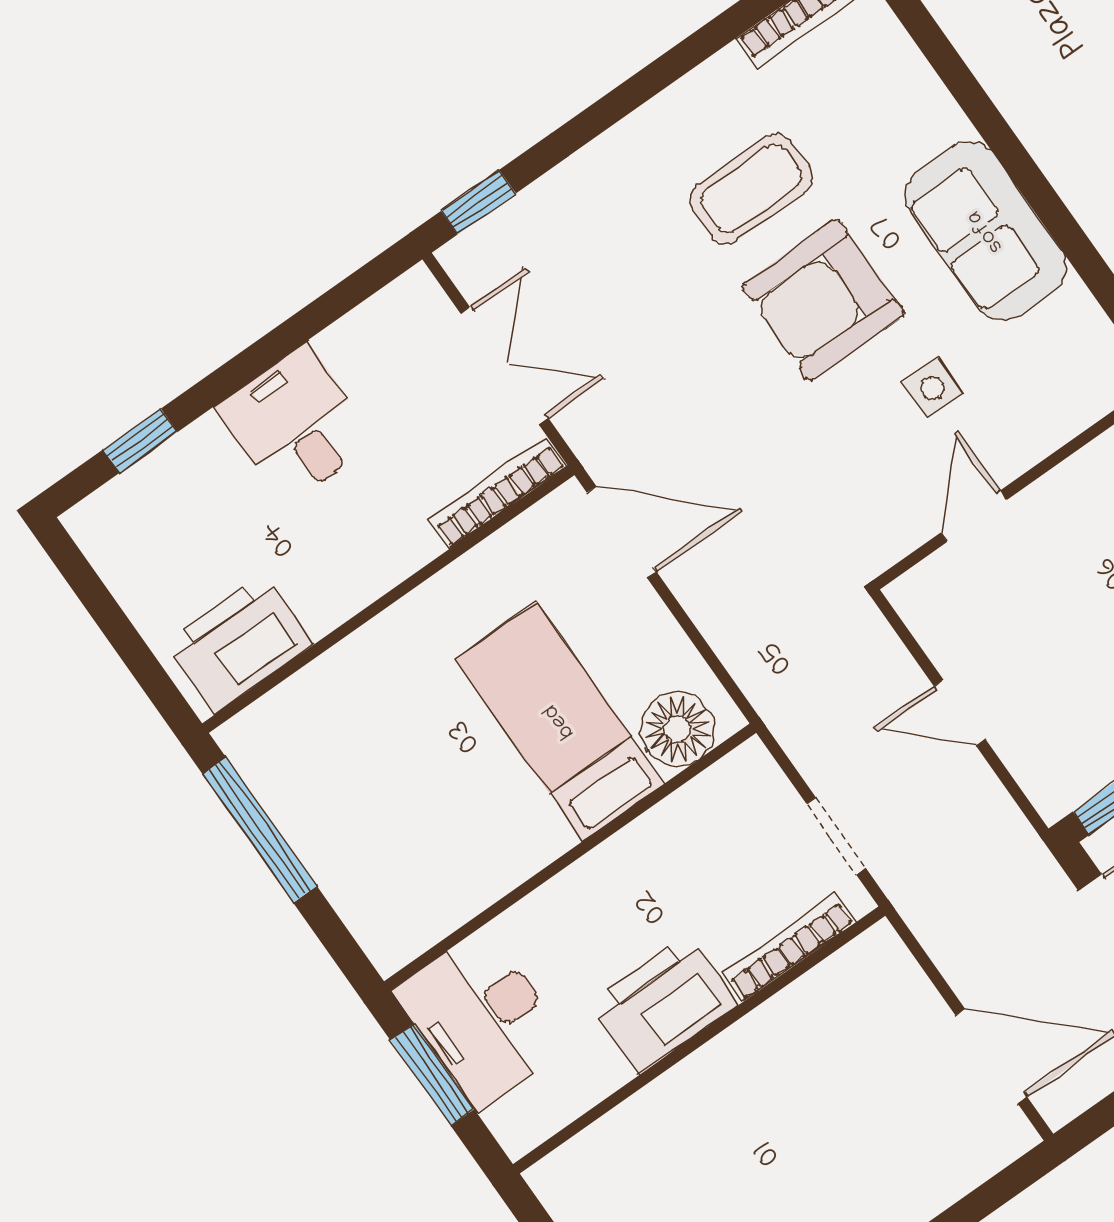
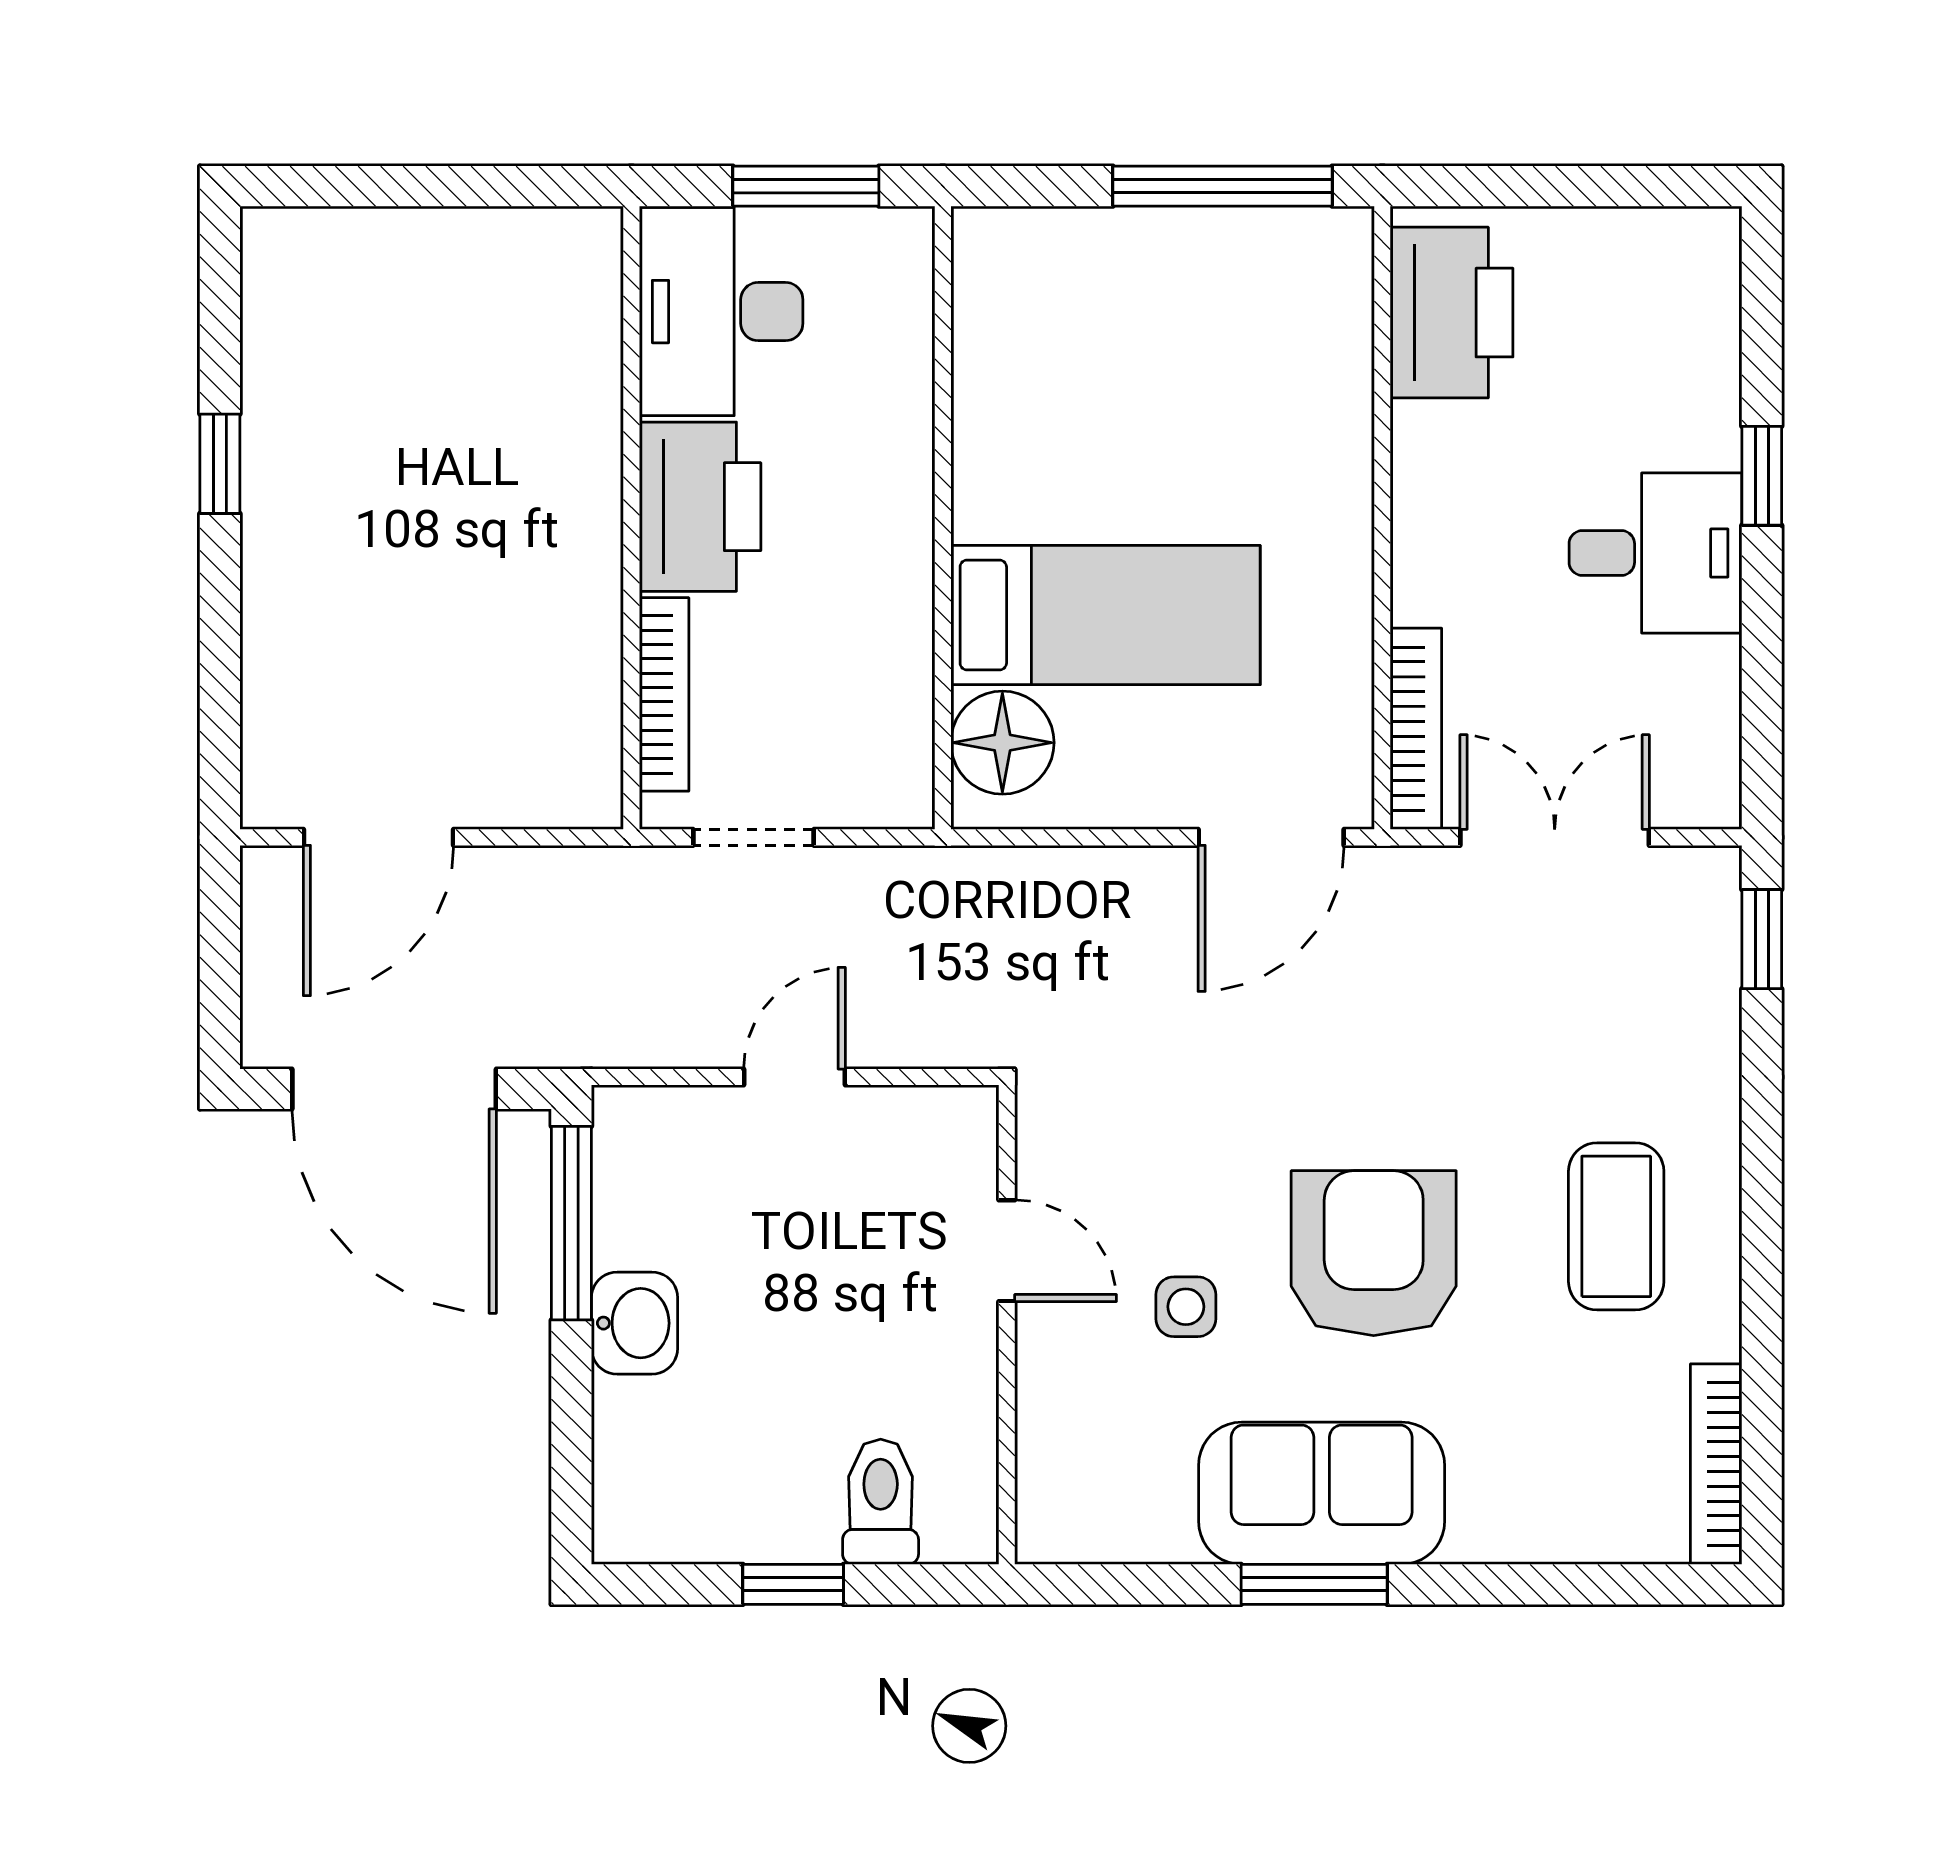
coffee table: (751, 188) -> (1616, 1226), moved
window: (1042, 198) -> (1314, 1584), added
double door: (504, 366) -> (1555, 837), swing flipped
window: (140, 441) -> (1762, 476), moved
desk: (482, 1018) -> (721, 312), moved, turned -90

